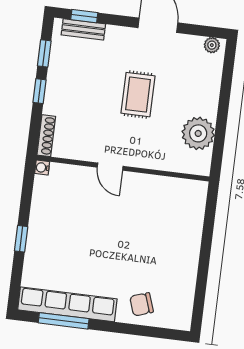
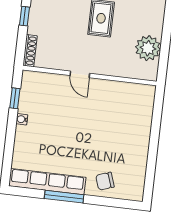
water cooler: (42, 168) -> (22, 119), moved
window: (21, 239) -> (15, 98), moved
window: (64, 321) -> (64, 197), moved

